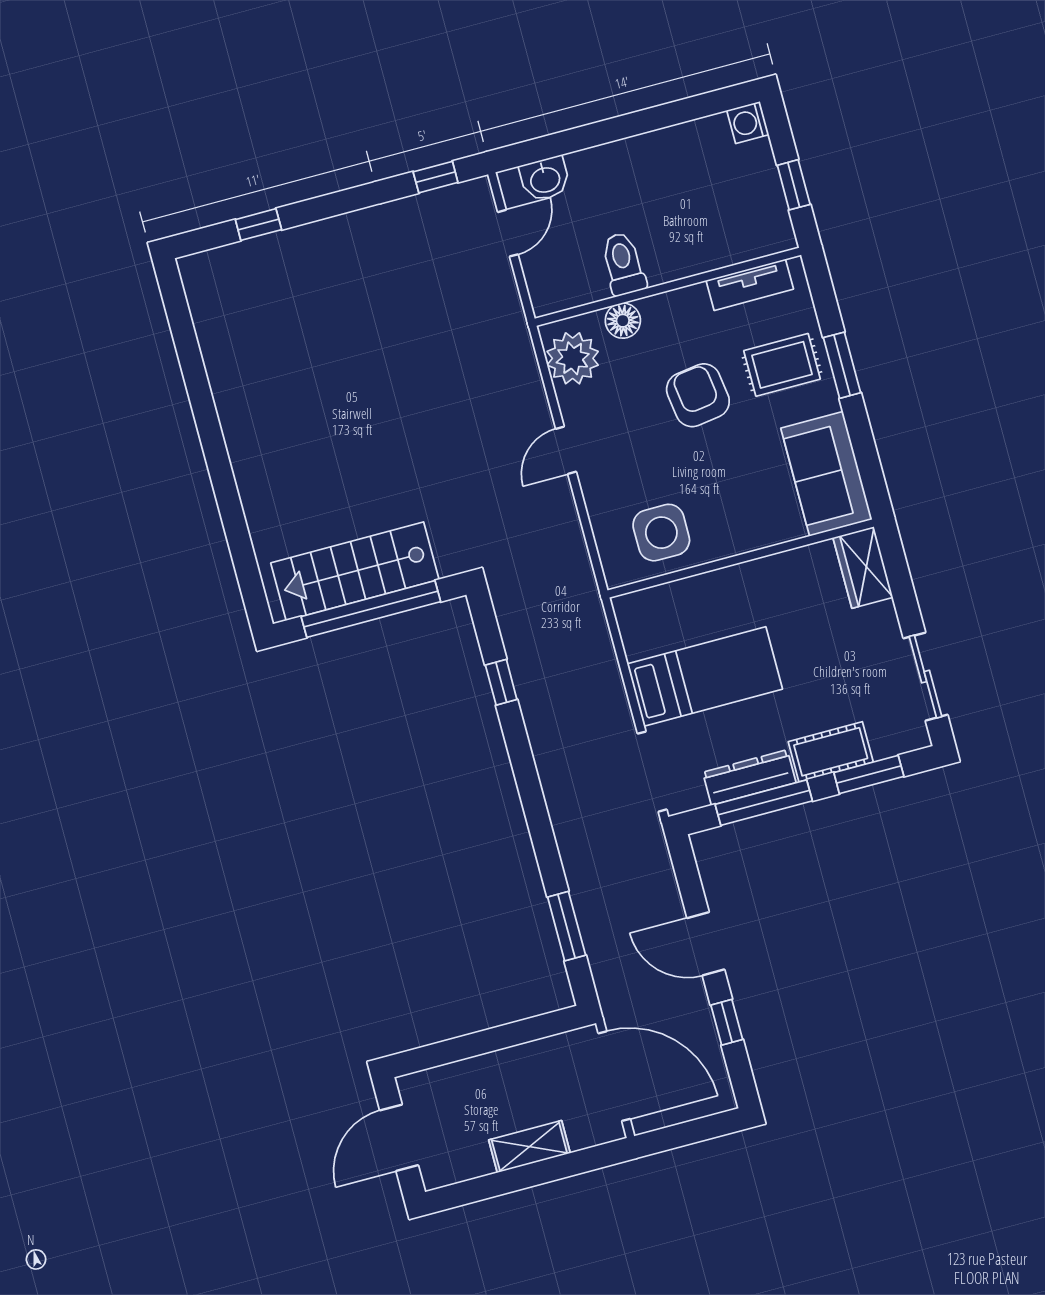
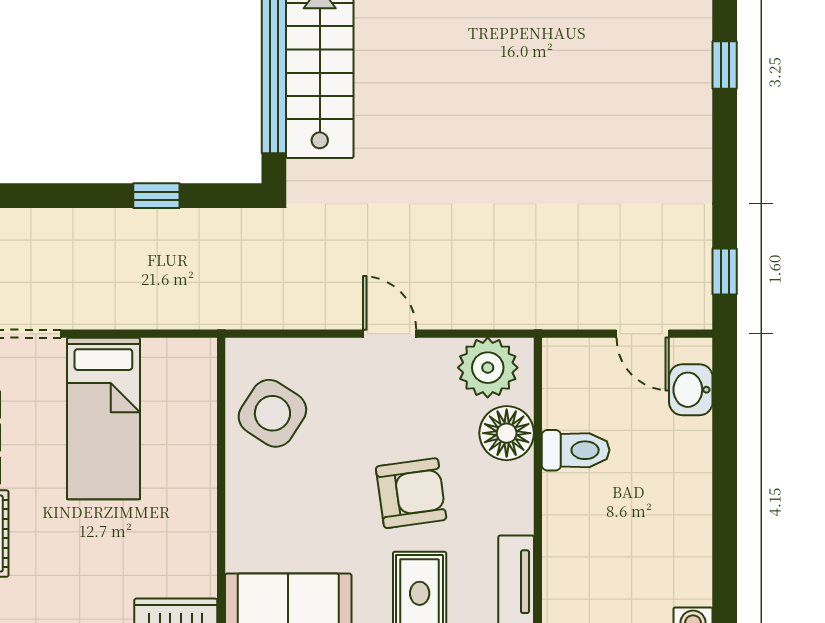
floor lamp: (623, 321) -> (507, 433), width x1.38, depth x1.38
side table: (661, 533) -> (272, 413), turned 33

